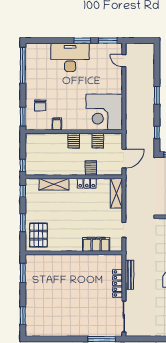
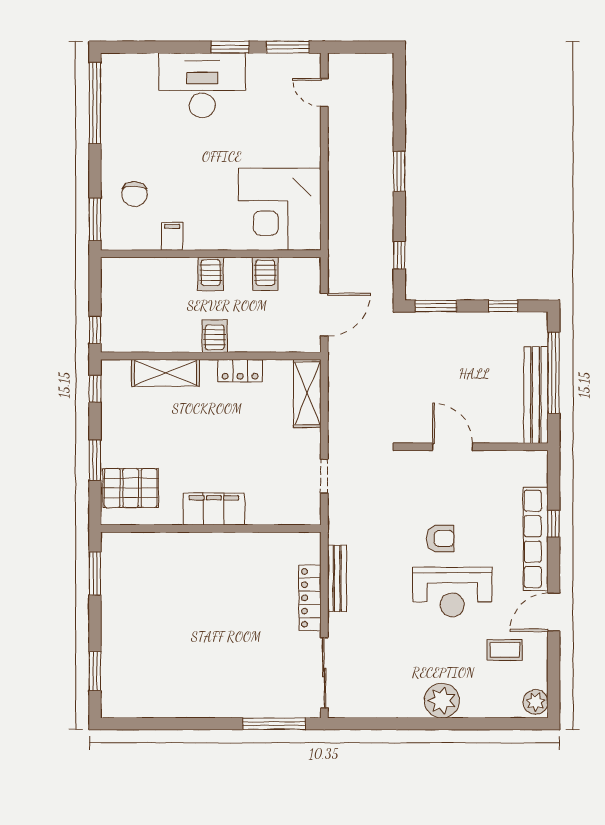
server rack: (91, 168) -> (215, 336), moved
pallet: (39, 235) -> (131, 488), turned 90
filing cabinet: (96, 244) -> (214, 509), moved

